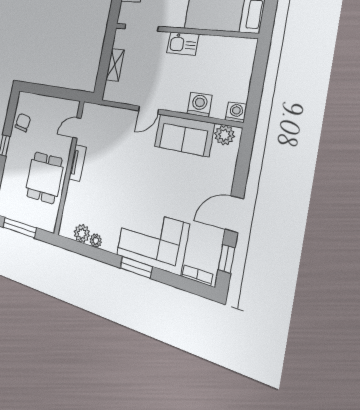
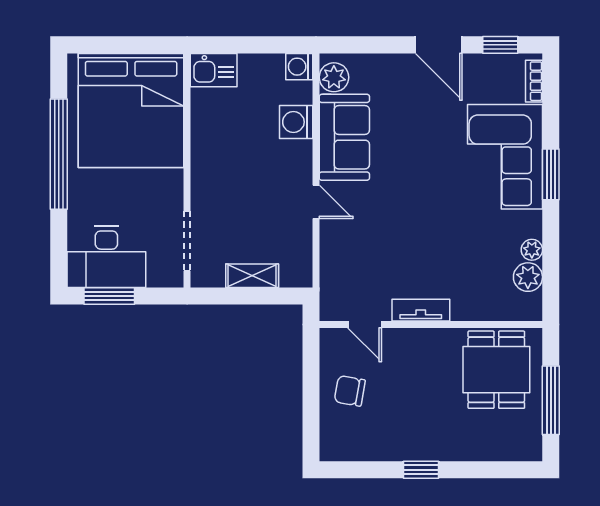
kitchen sink: (183, 44) -> (214, 70), moved, turned 90
chair: (23, 122) -> (350, 391), moved
dining table: (44, 178) -> (496, 370), moved, turned 90

